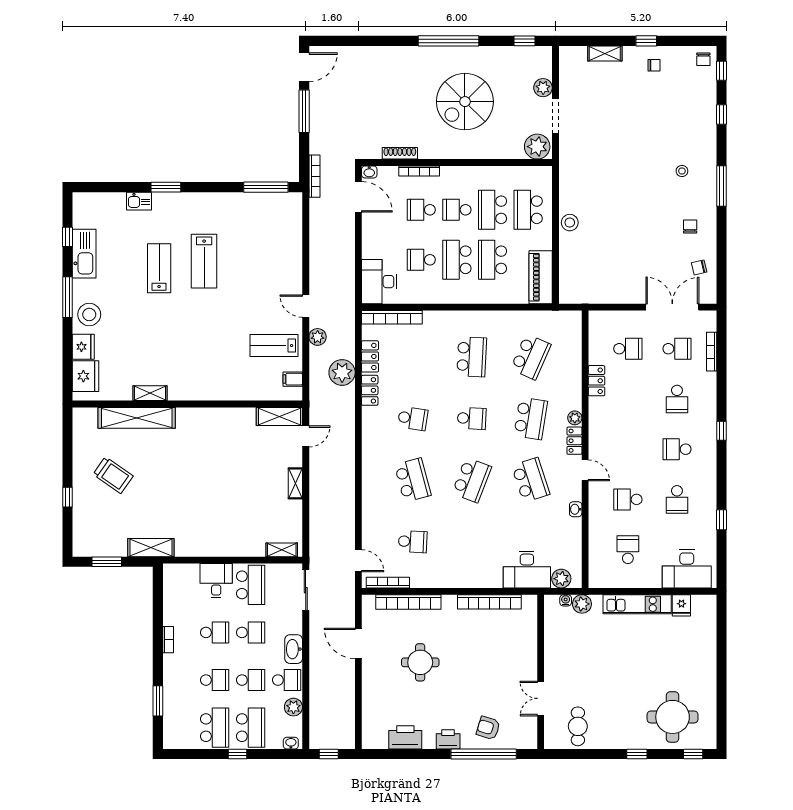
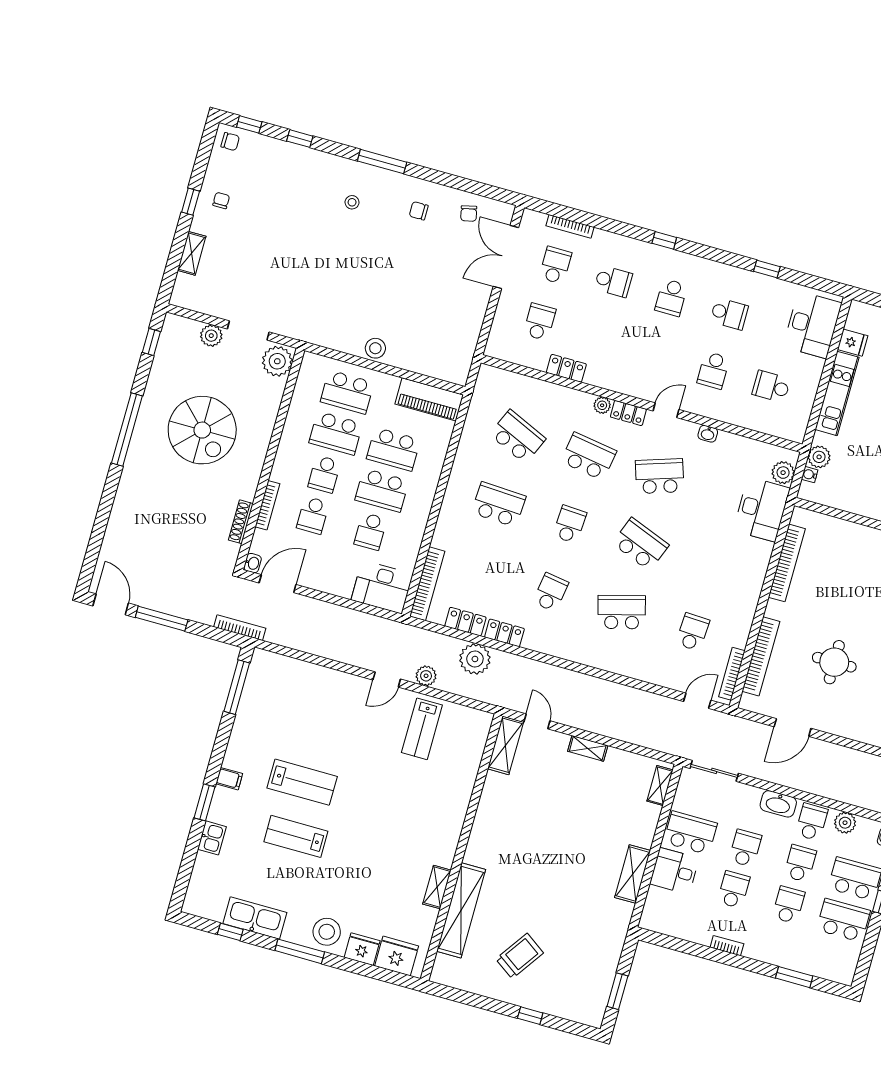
filing cabinet: (293, 379) -> (229, 779), moved, turned -90
shelving: (151, 548) -> (633, 874), moved

